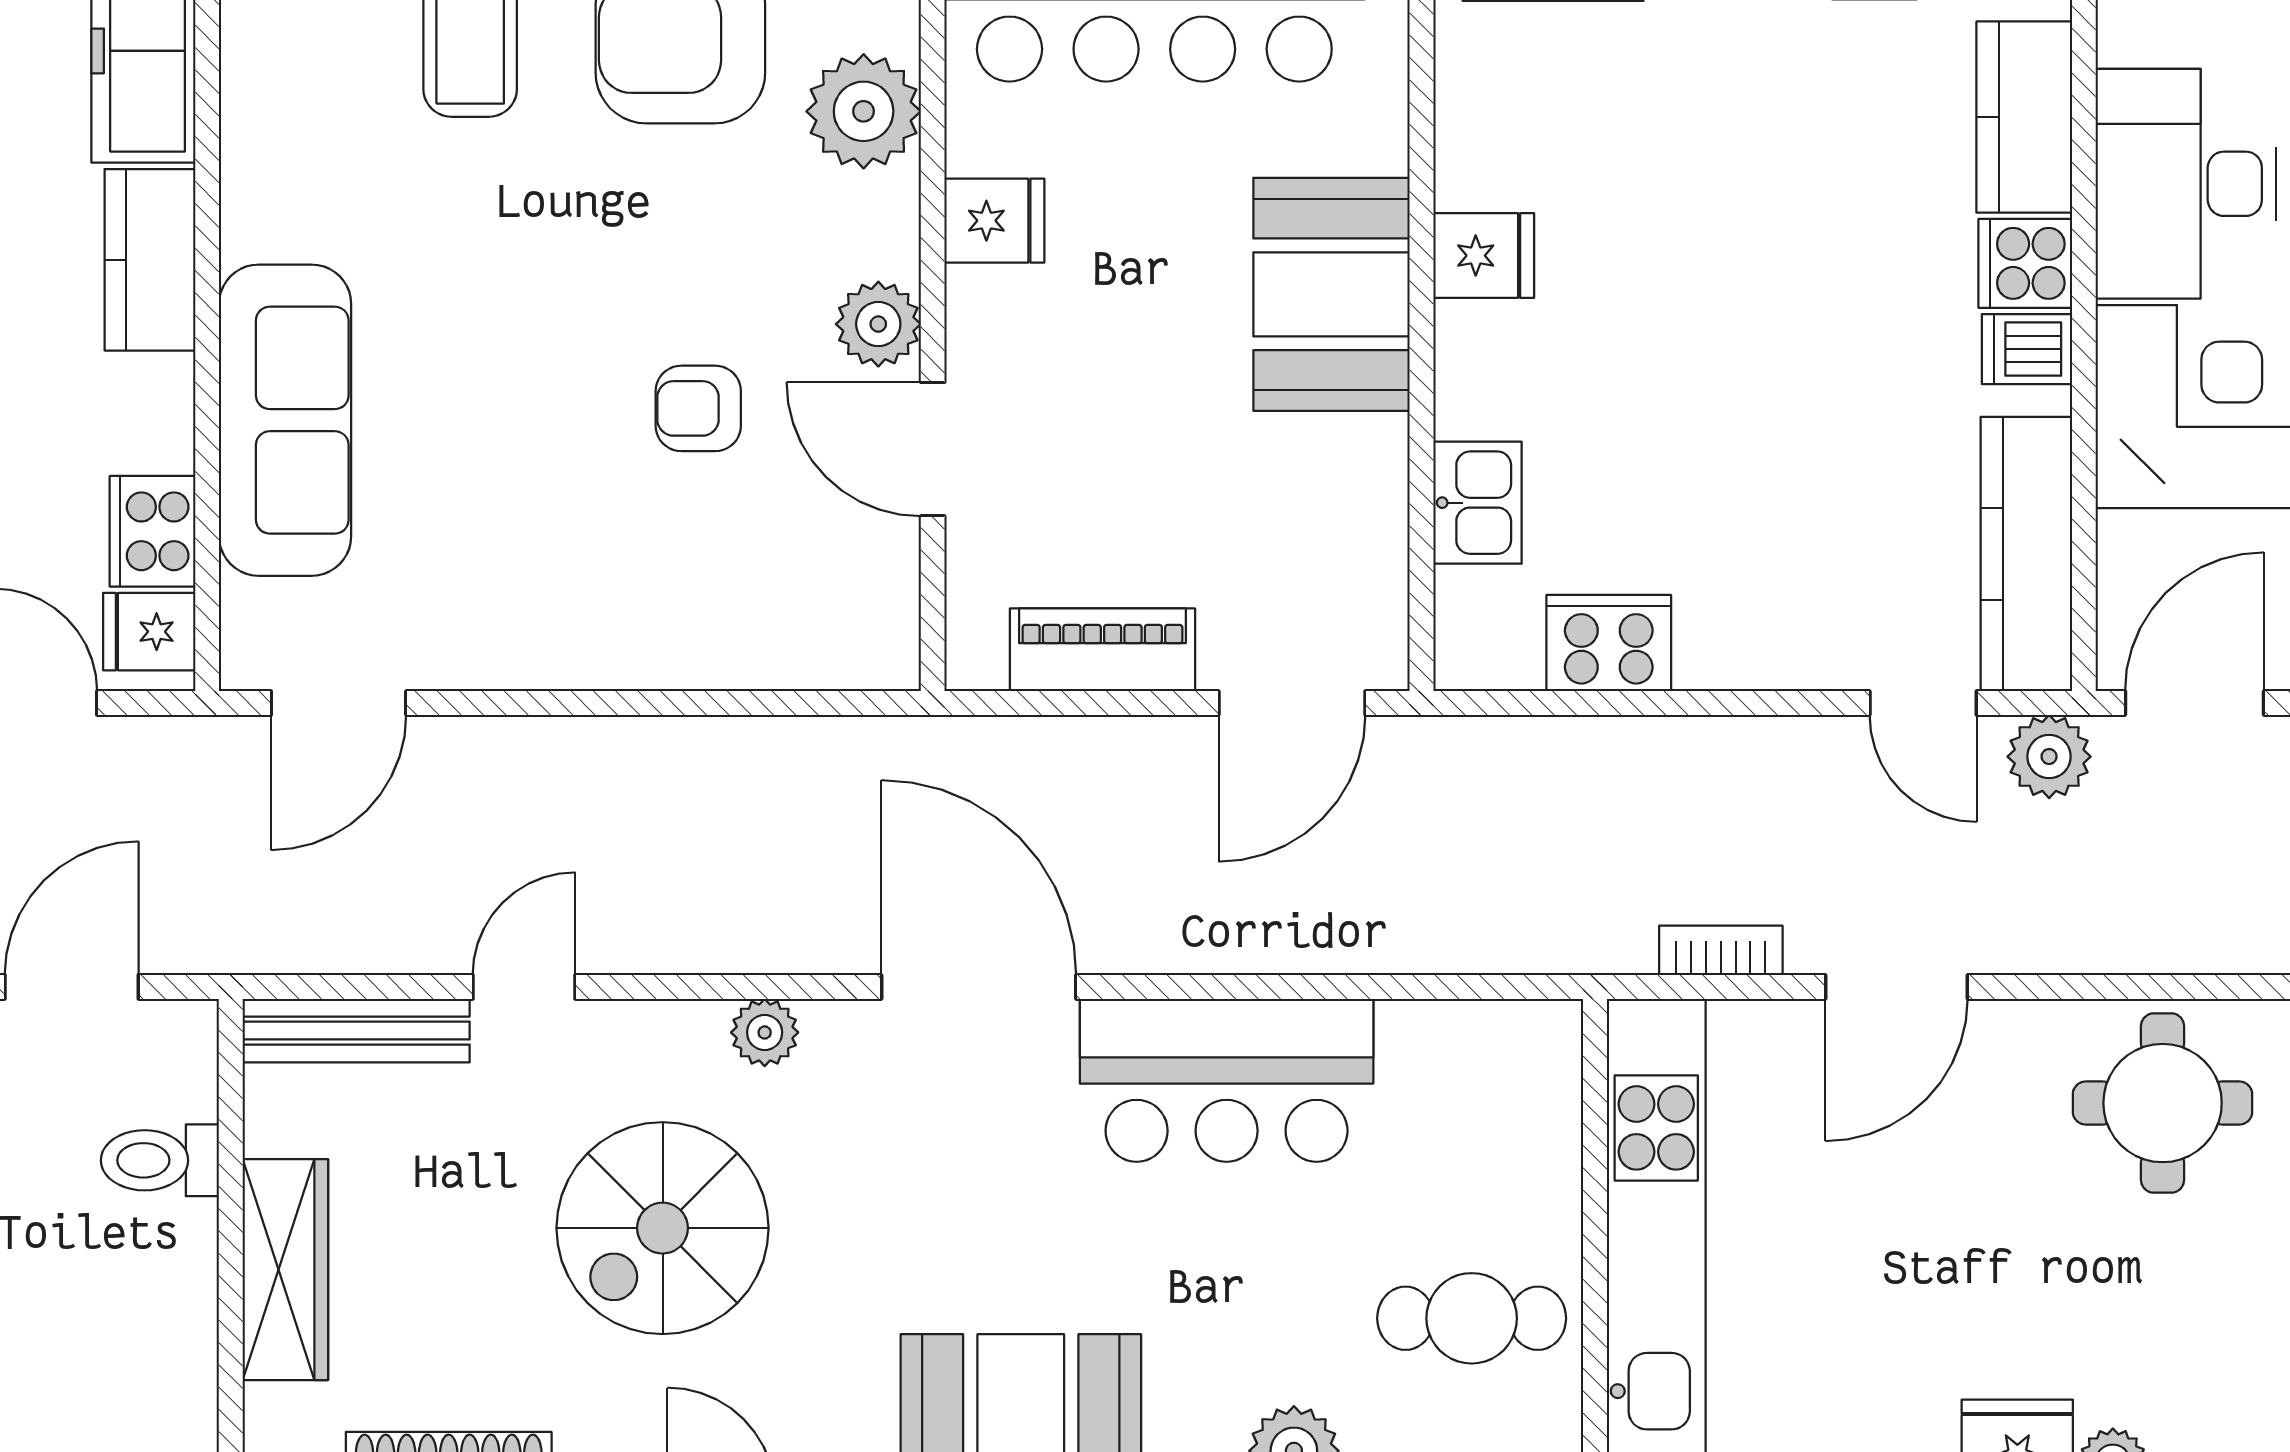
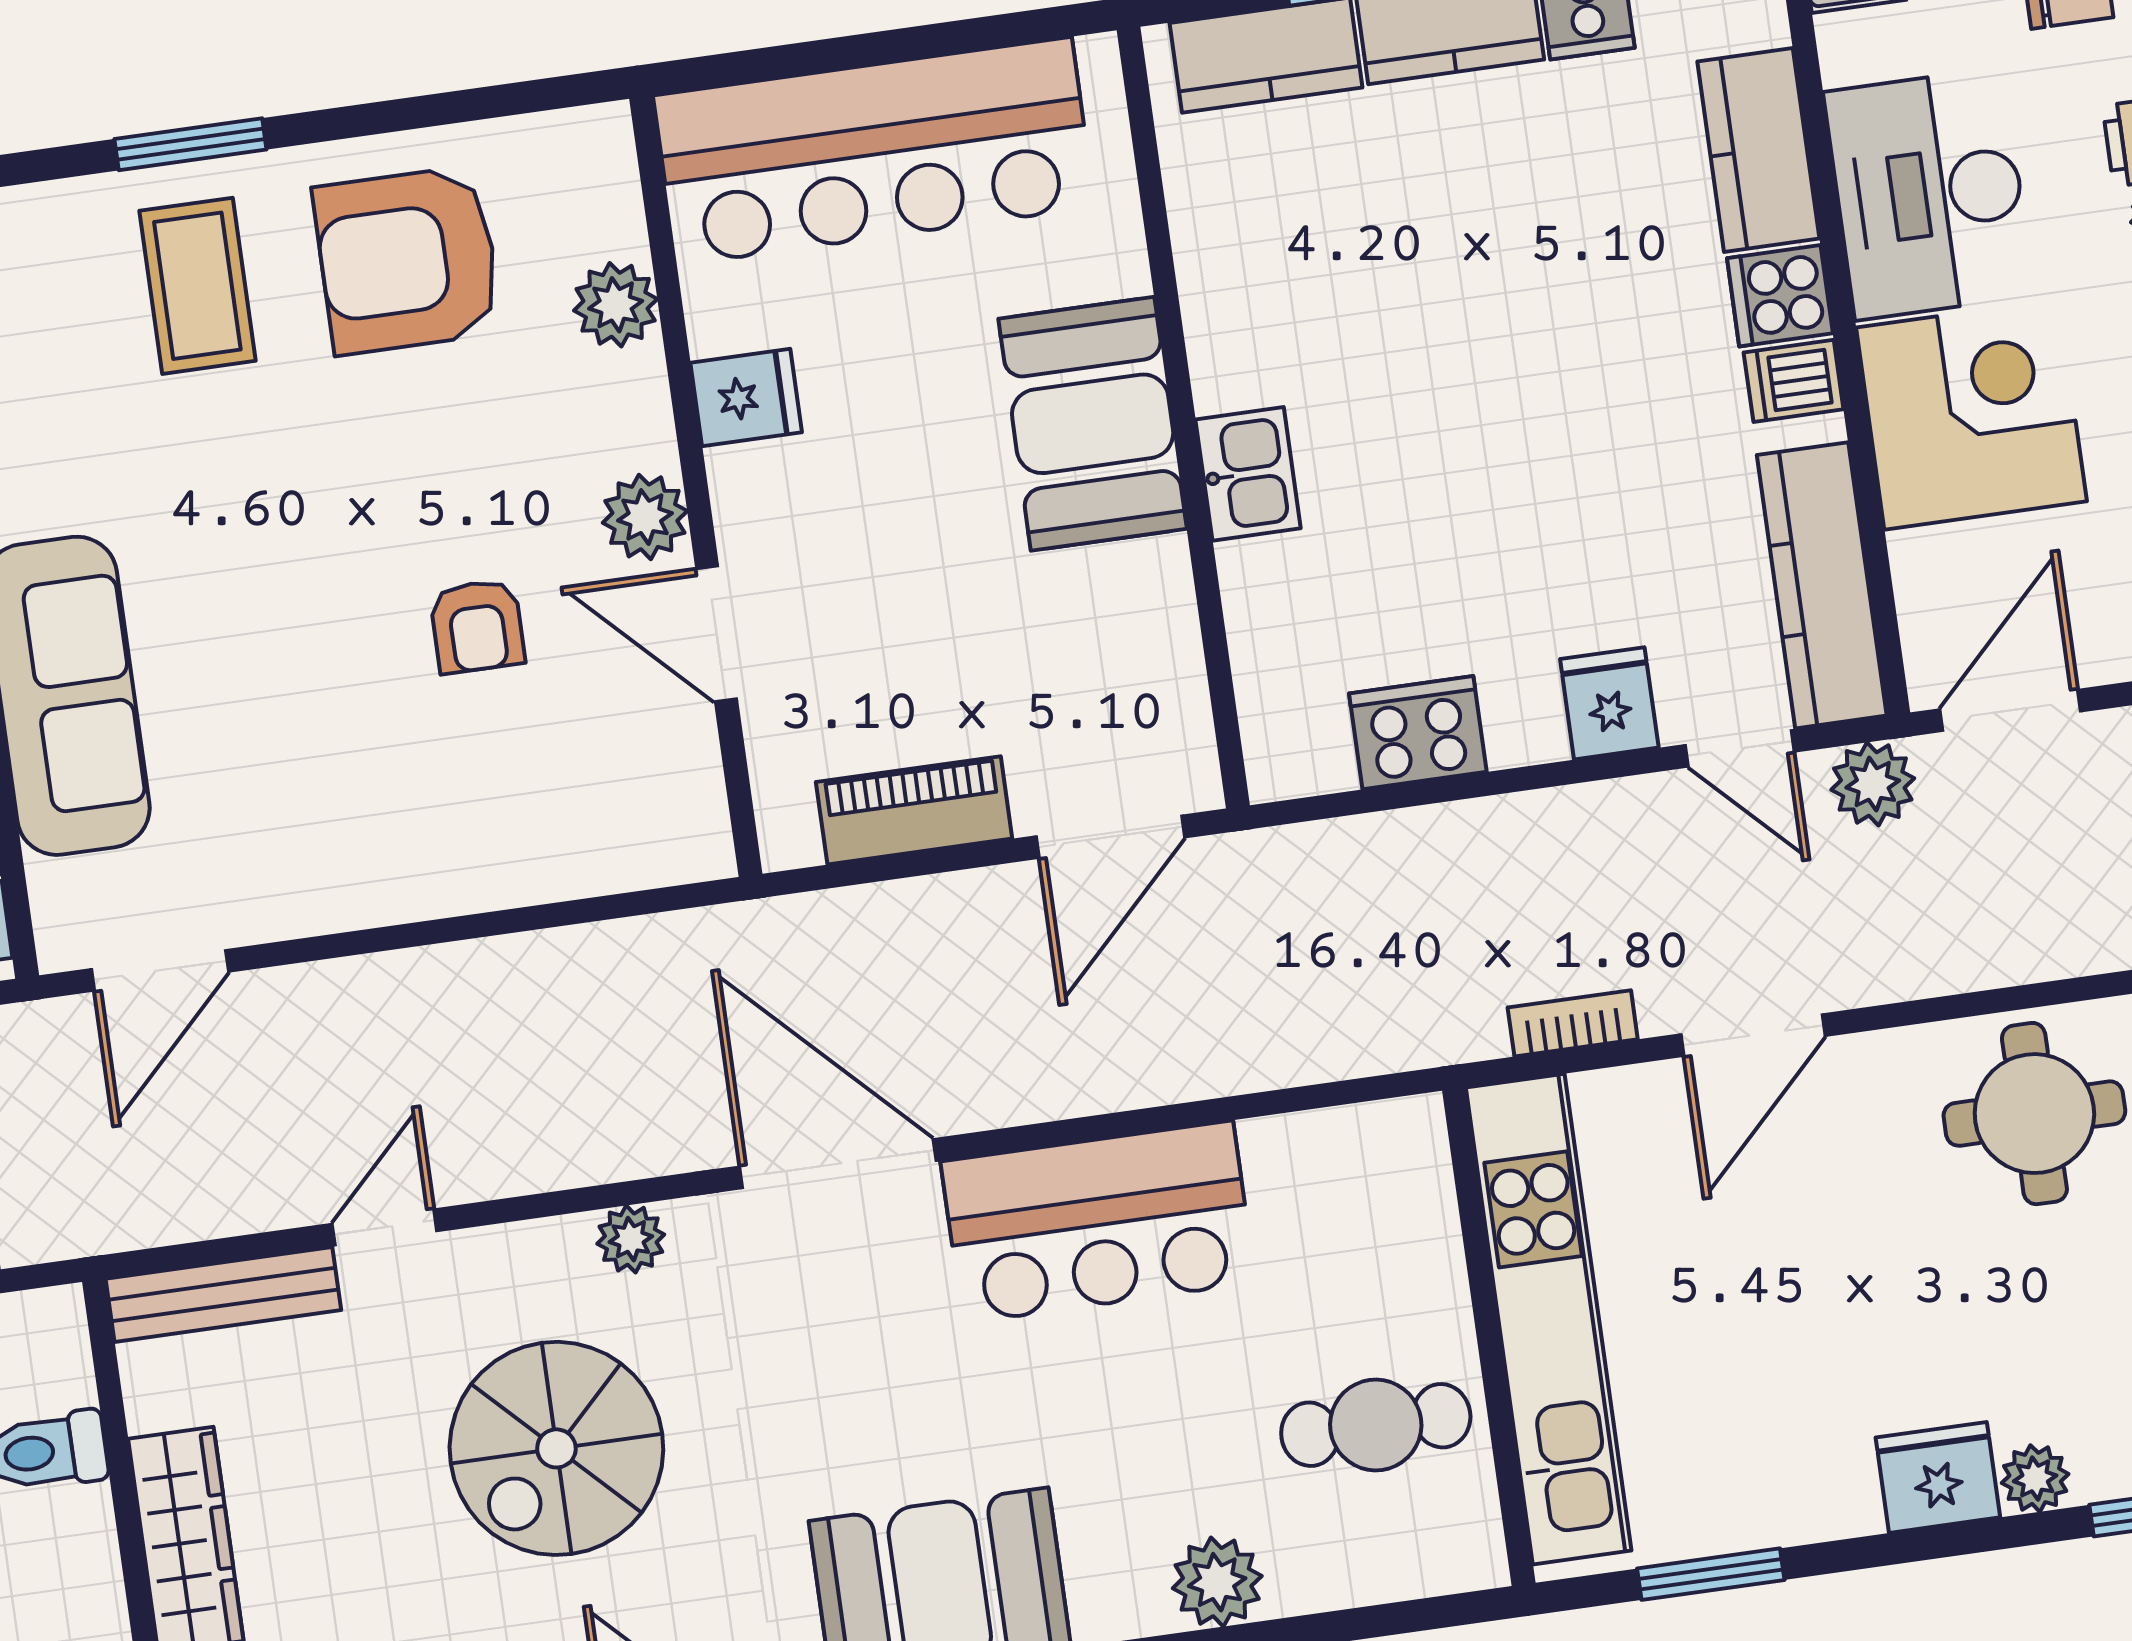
plant: (864, 111) -> (616, 305), width x0.73, depth x0.73
fridge: (1484, 256) -> (1609, 703), moved, turned -90
armchair: (698, 408) -> (477, 626), turned -90
kitchen sink: (1478, 503) -> (1248, 474), moved

